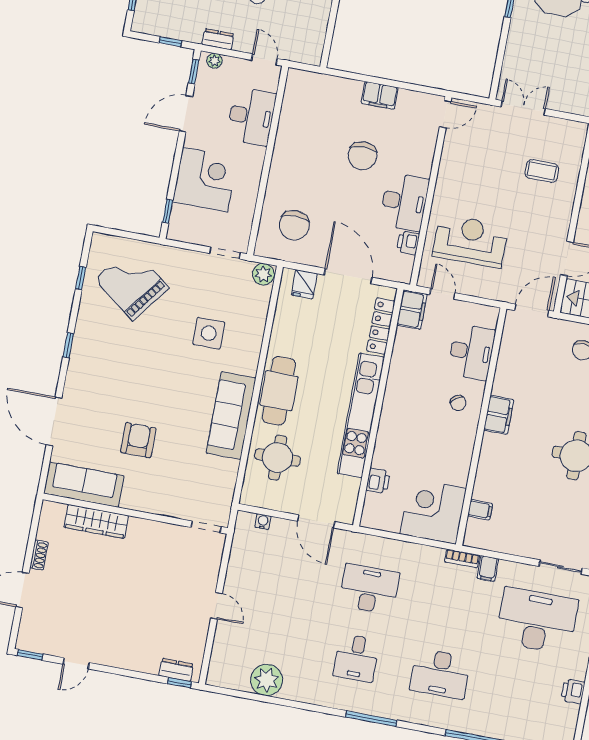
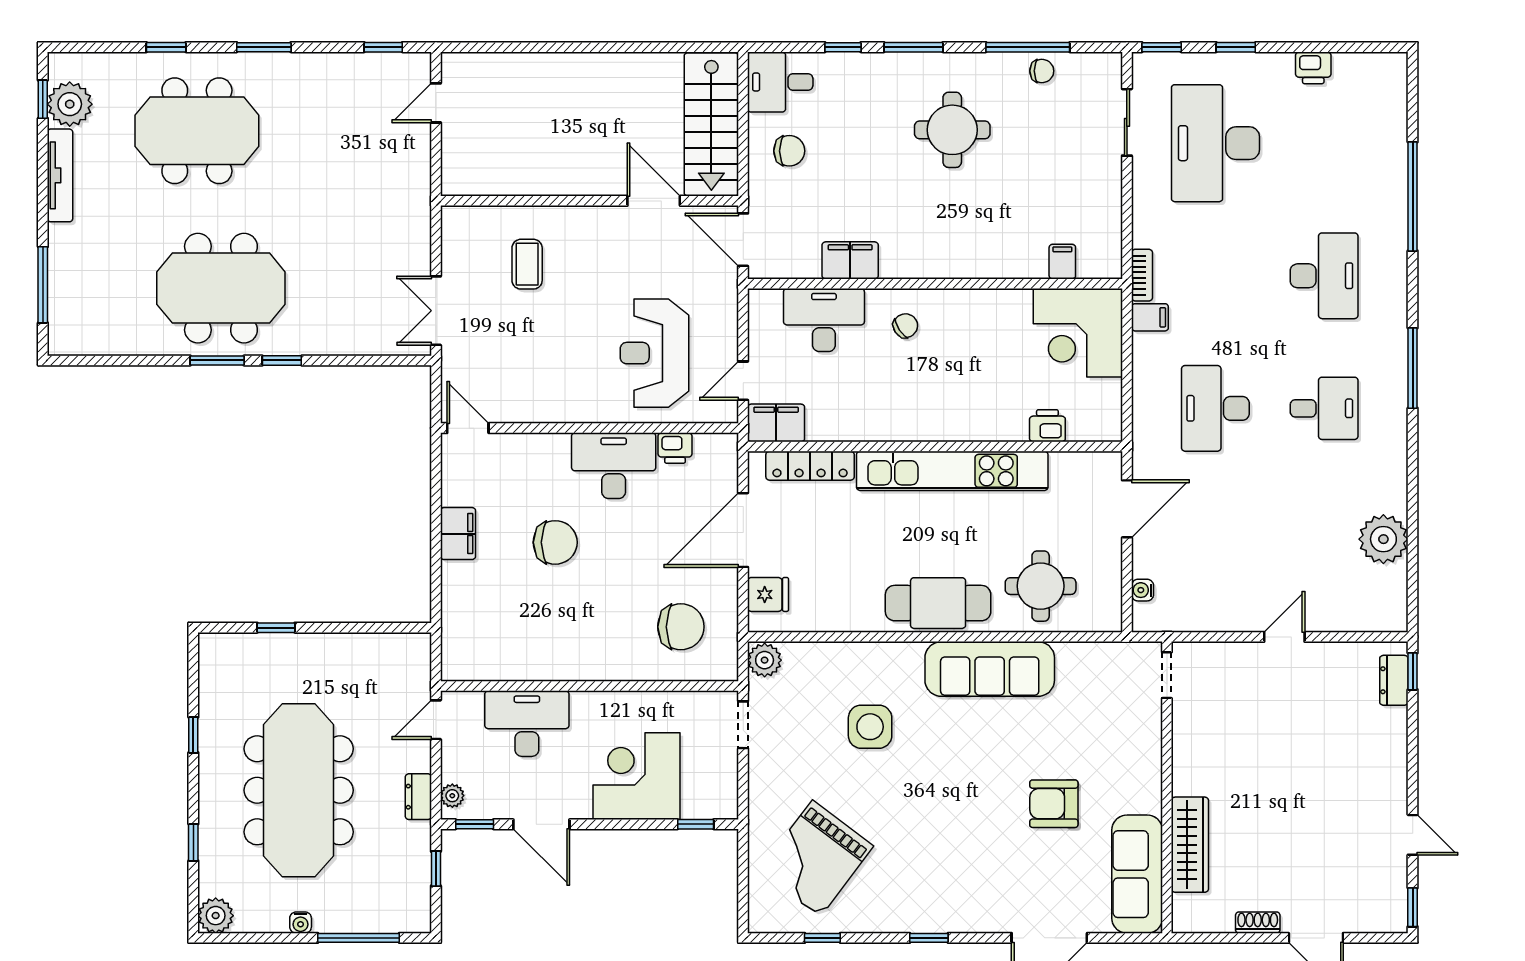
filing cabinet: (499, 415) -> (850, 260), moved
filing cabinet: (488, 569) -> (1150, 317), moved

